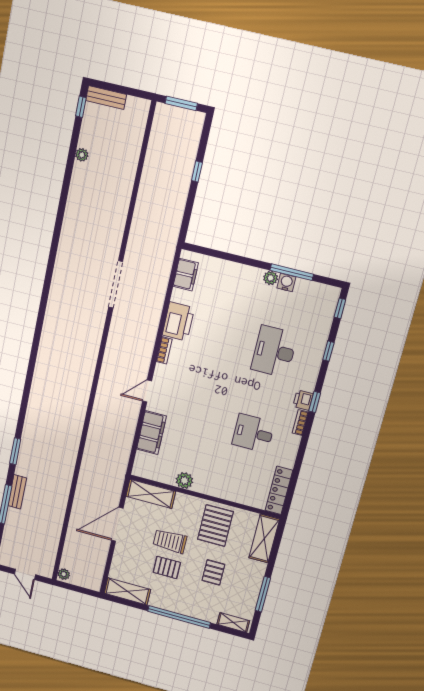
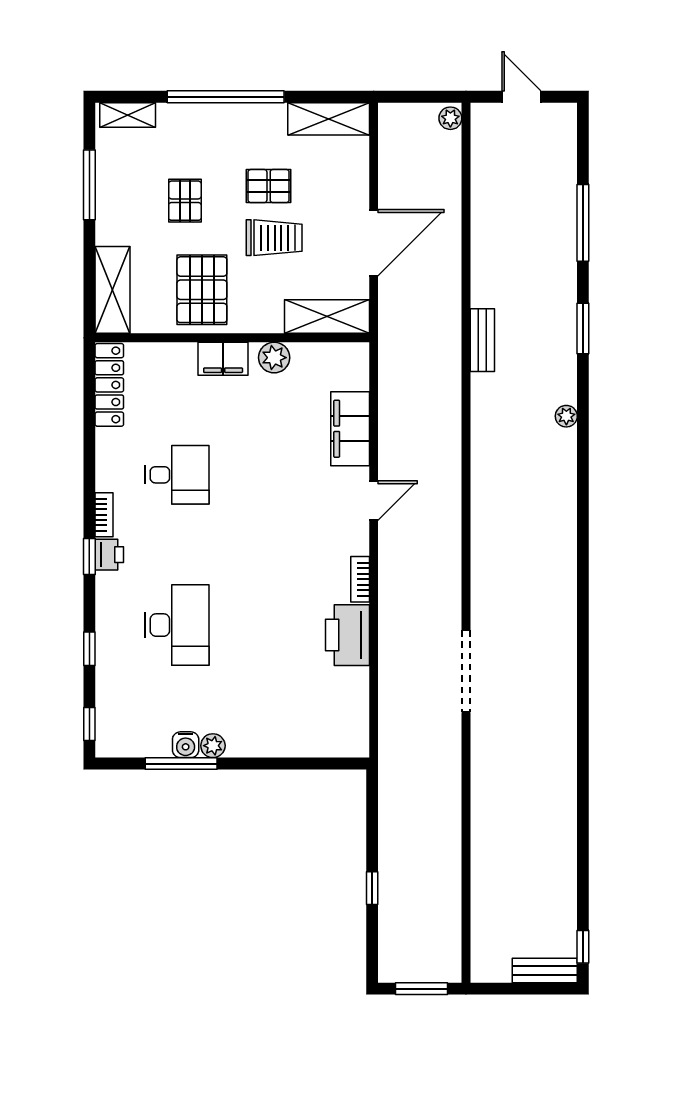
plant: (82, 155) -> (566, 416), moved
filing cabinet: (186, 275) -> (223, 359), moved, turned -90
bench: (17, 492) -> (482, 340), moved

